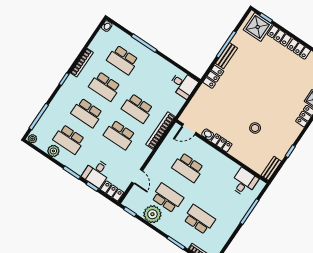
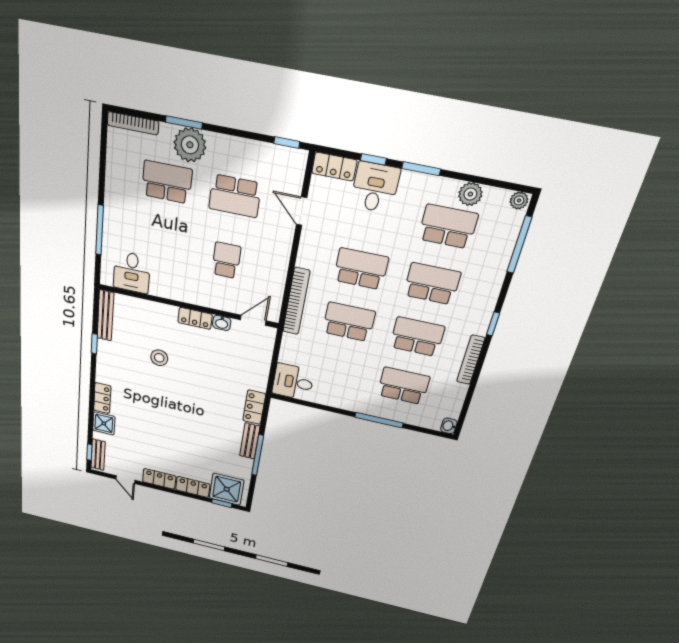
school desk: (188, 168) -> (226, 260), width x0.54
bench: (271, 168) -> (105, 316), width x1.36
plant: (152, 214) -> (190, 145), moved
school desk: (199, 219) -> (167, 182), turned 180

